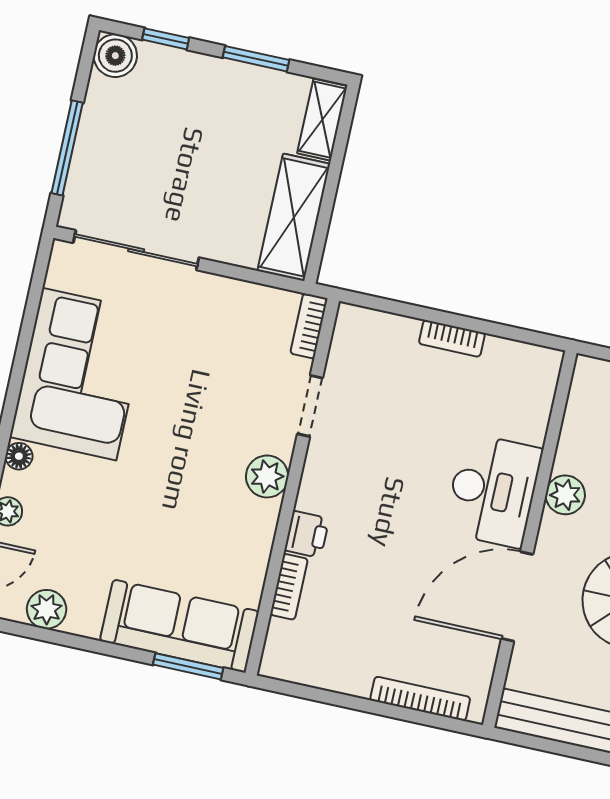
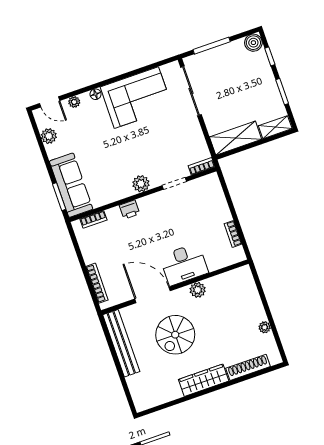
bookcase: (452, 338) -> (233, 234), moved
bookcase: (289, 587) -> (93, 219), moved

